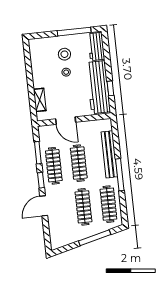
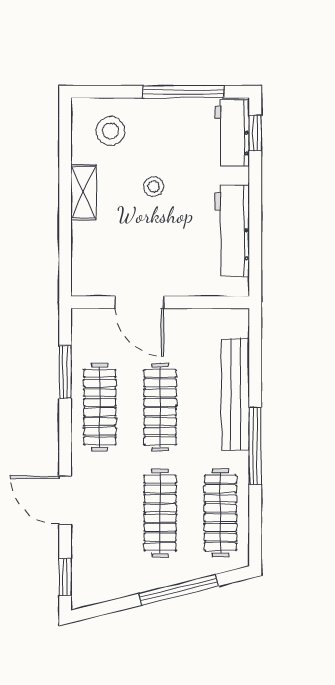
stool: (64, 54) -> (111, 131), moved
workbench: (98, 87) -> (232, 231), width x0.73, depth x0.76
window: (110, 88) -> (255, 133), moved
shelving: (40, 100) -> (83, 192), moved
window: (41, 180) -> (65, 577), moved
door: (44, 206) -> (65, 500), hinge flipped

